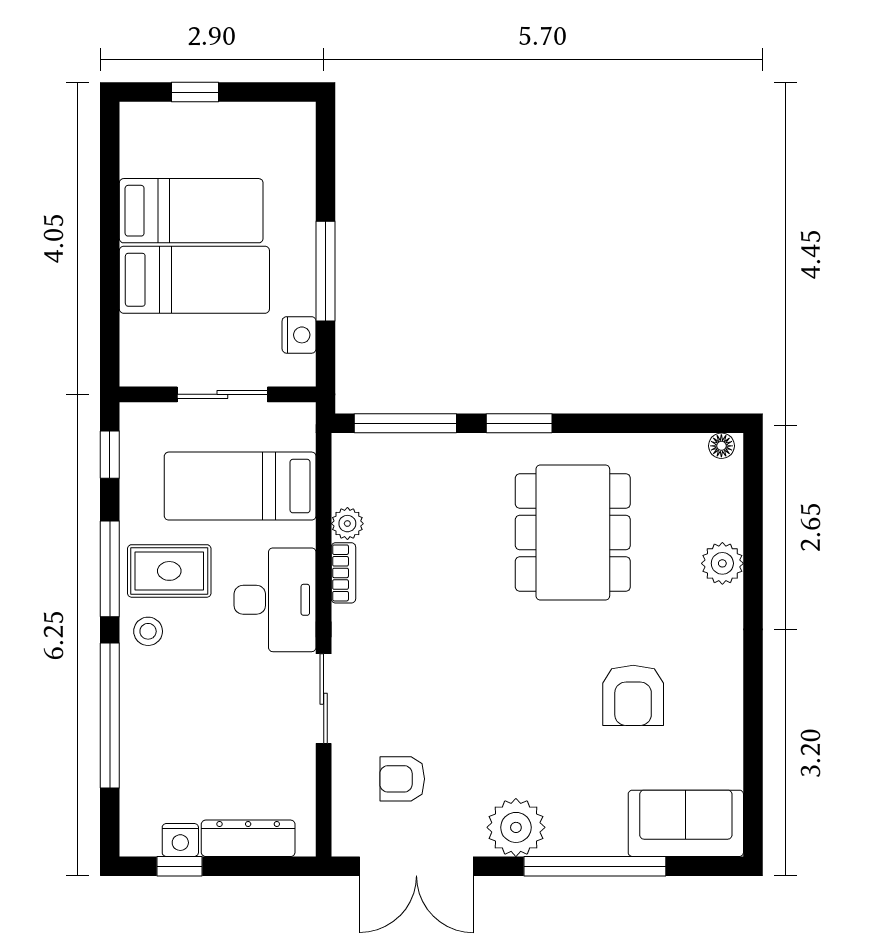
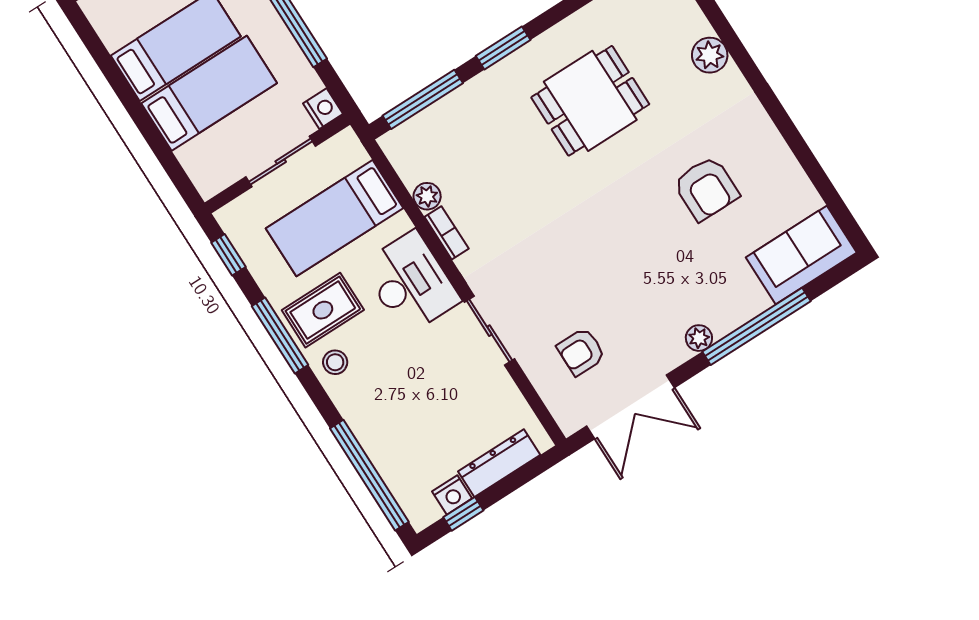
nightstand: (299, 335) -> (323, 109), moved
dining table: (573, 532) -> (590, 101), width x0.73
window: (110, 716) -> (369, 475), moved
plant: (516, 827) -> (699, 338), width x0.53, depth x0.53

